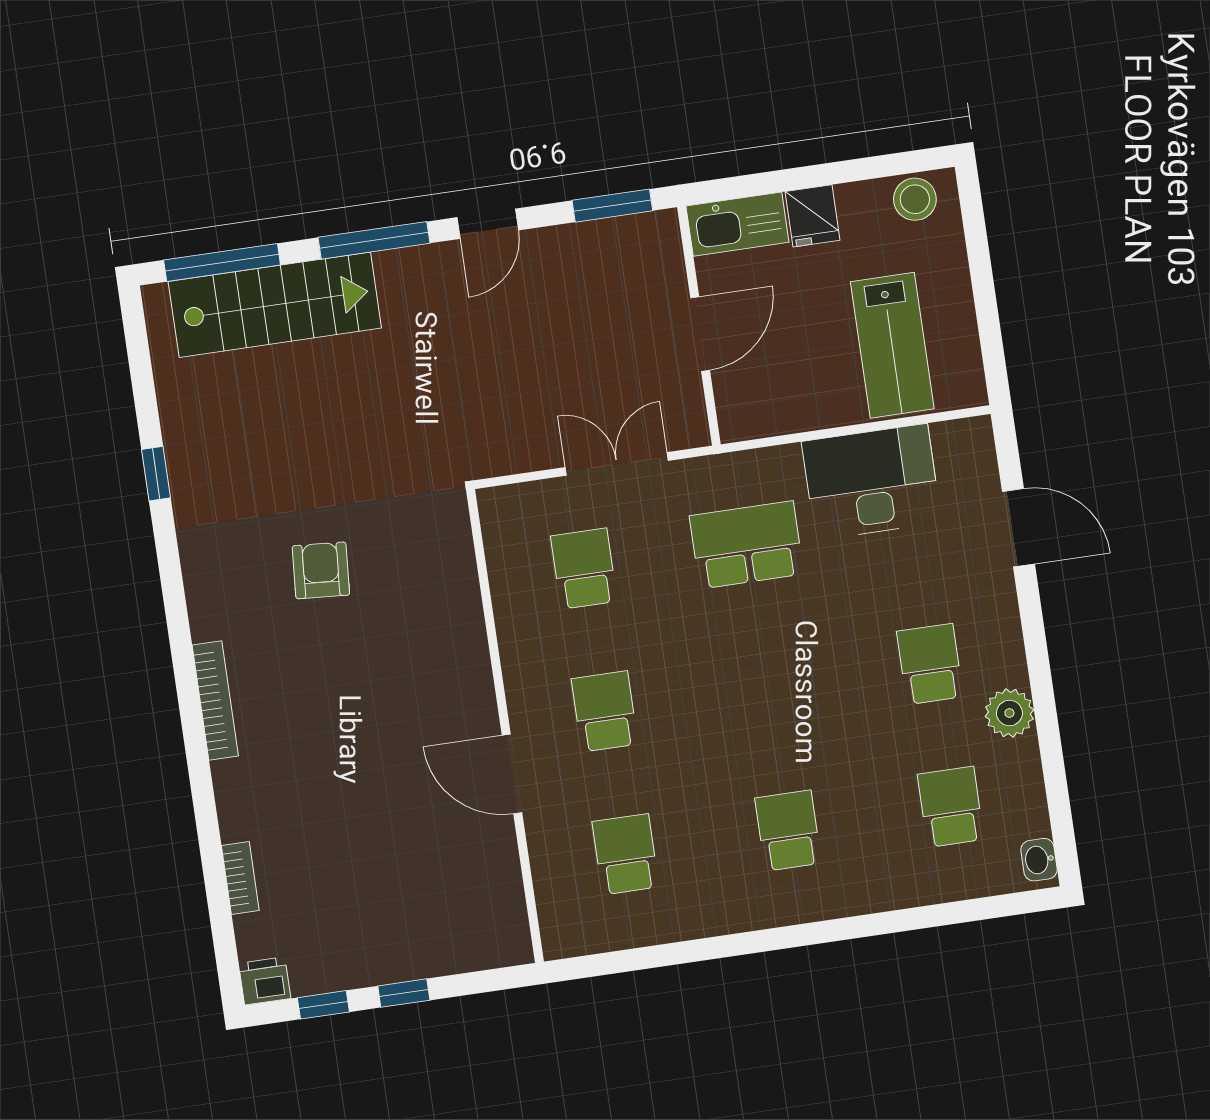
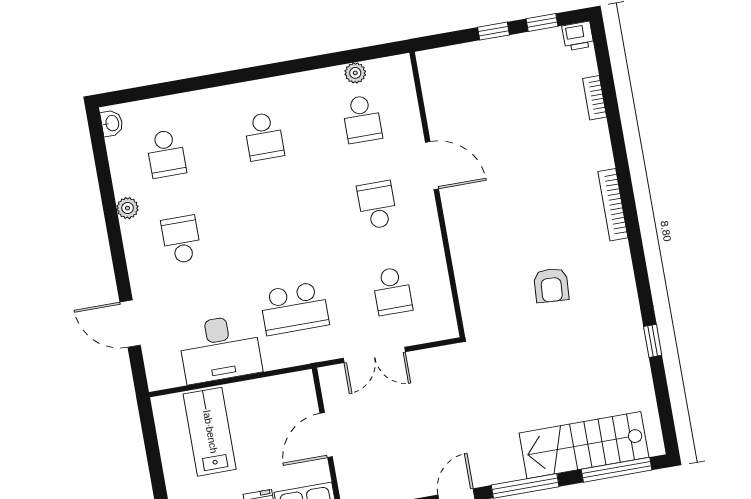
school desk: (930, 664) -> (181, 240), turned 180
school desk: (605, 711) -> (377, 205), turned 180
plant: (1009, 713) -> (128, 208), width x0.73, depth x0.73
plant: (634, 931) -> (355, 73), added

